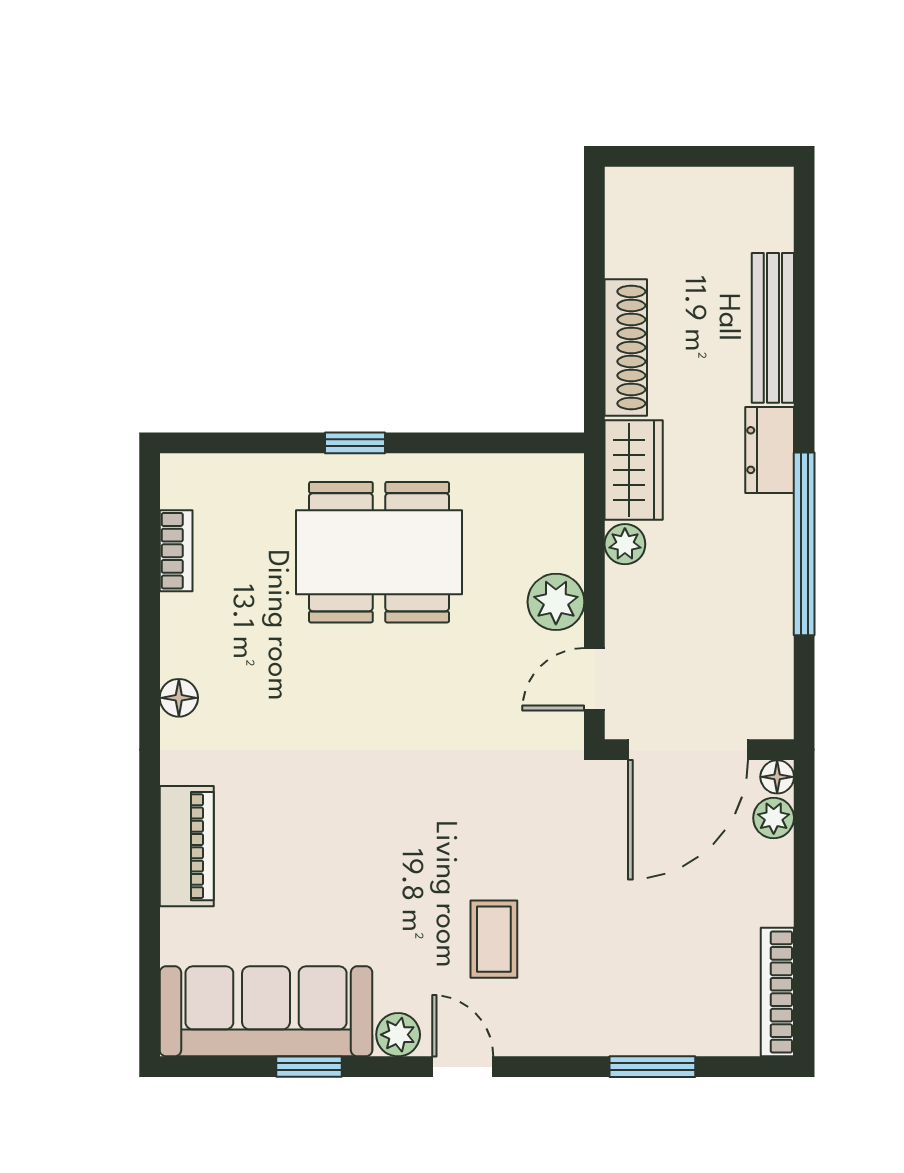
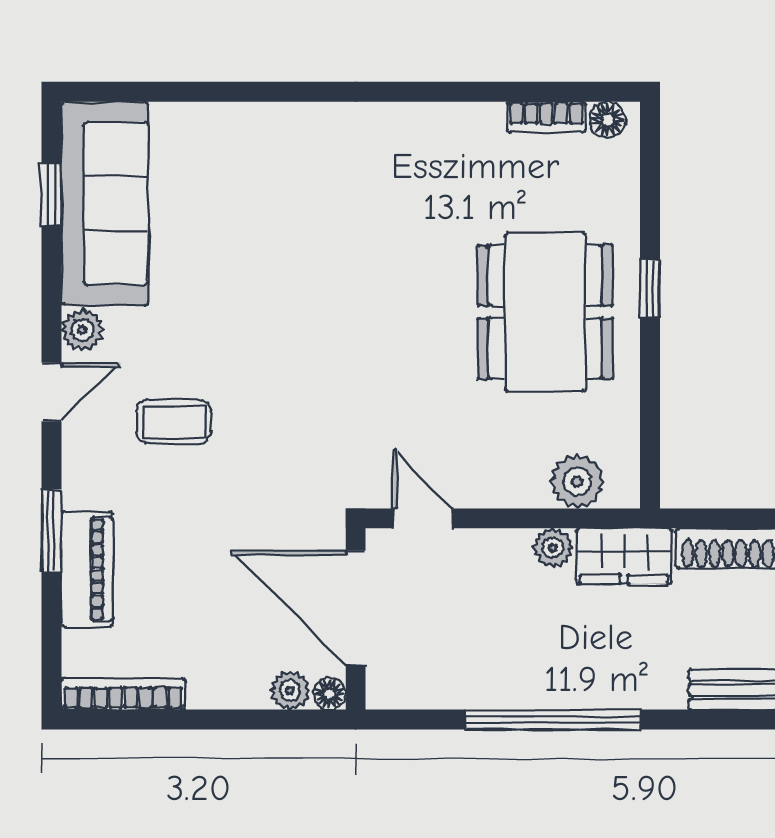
dresser: (770, 450) -> (643, 686), removed
plant: (556, 602) -> (577, 481), moved
floor lamp: (179, 698) -> (608, 120), moved
piano: (187, 846) -> (87, 569), moved, turned -90
window: (309, 1067) -> (52, 195), moved
window: (652, 1067) -> (52, 531), moved

